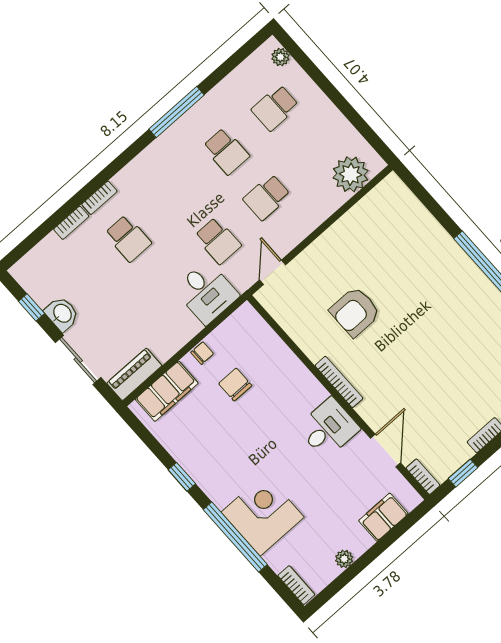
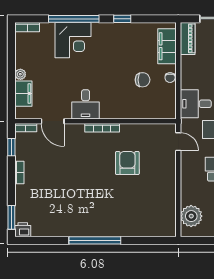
plant: (344, 559) -> (20, 74), moved

